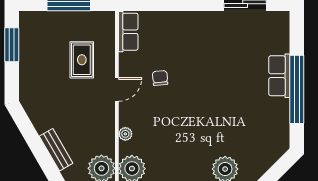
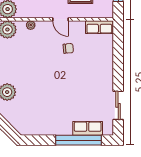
row of seats: (279, 76) -> (88, 128), moved
window: (297, 89) -> (79, 140), moved

